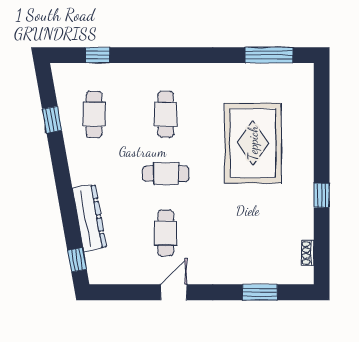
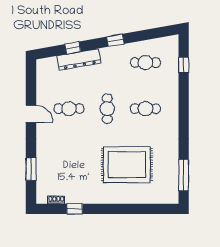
window: (52, 120) -> (115, 40), moved
window: (322, 195) -> (75, 209), moved
window: (77, 260) -> (73, 48), moved

